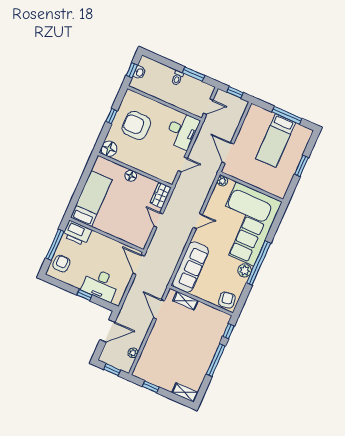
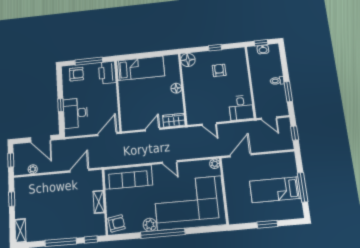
armchair: (136, 125) -> (219, 70), width x0.53, depth x0.53
desk: (182, 130) -> (241, 108), width x0.73
shelving: (185, 301) -> (99, 202), moved

